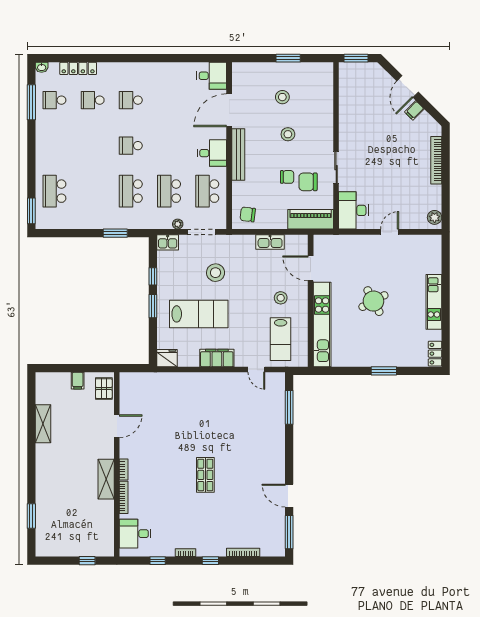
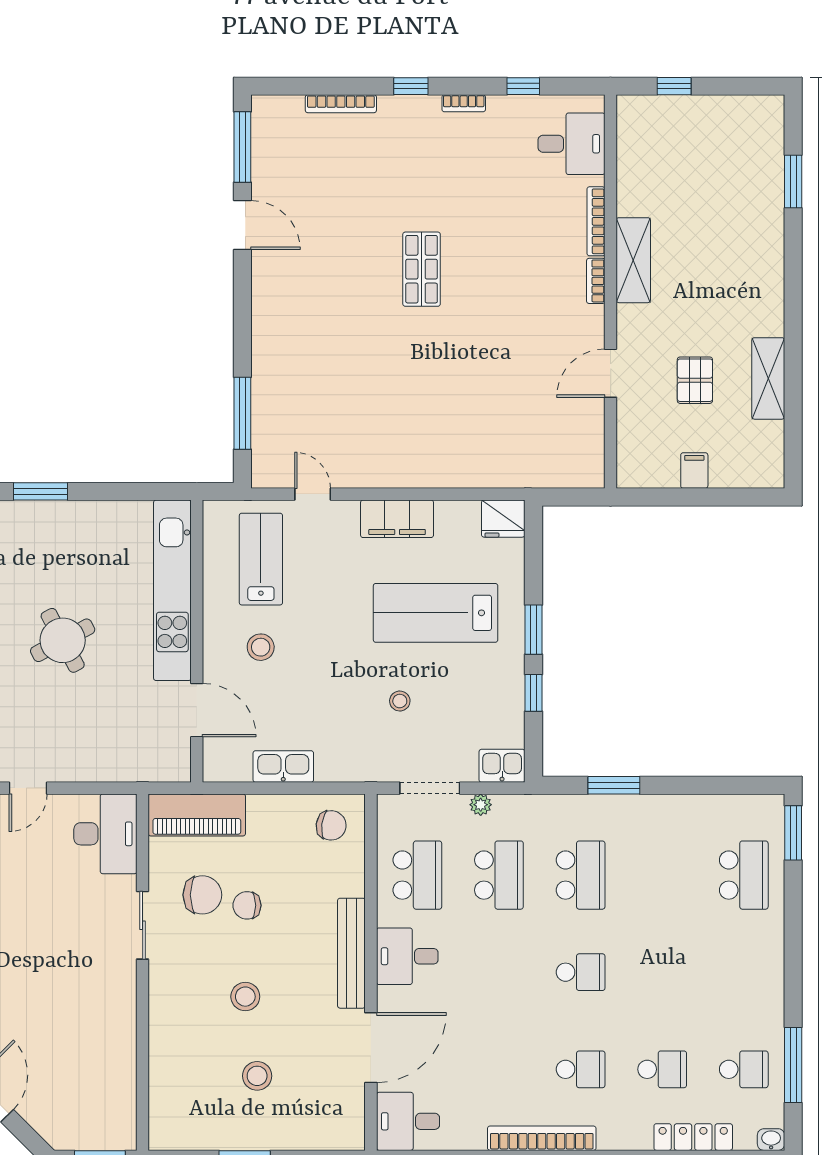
bookcase: (149, 68) -> (542, 1138), added
stool: (216, 273) -> (400, 701), width x0.53, depth x0.53
pallet: (104, 389) -> (695, 380), moved

